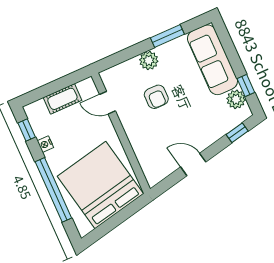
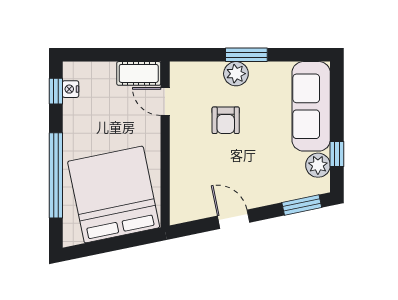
window: (167, 36) -> (246, 55), moved
cot: (62, 99) -> (139, 73), moved
window: (237, 133) -> (302, 205), width x1.50
nightstand: (45, 144) -> (71, 89), moved

